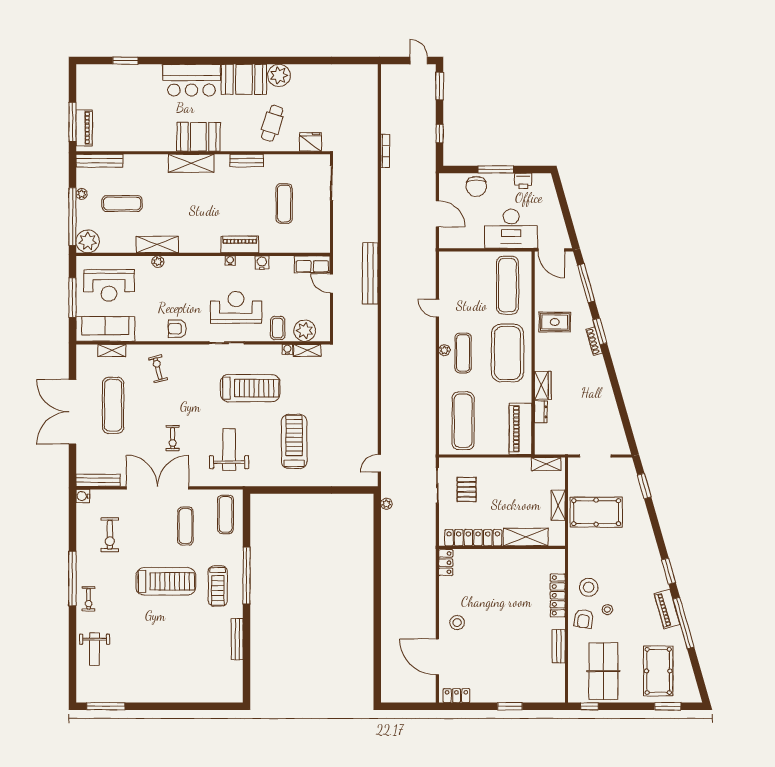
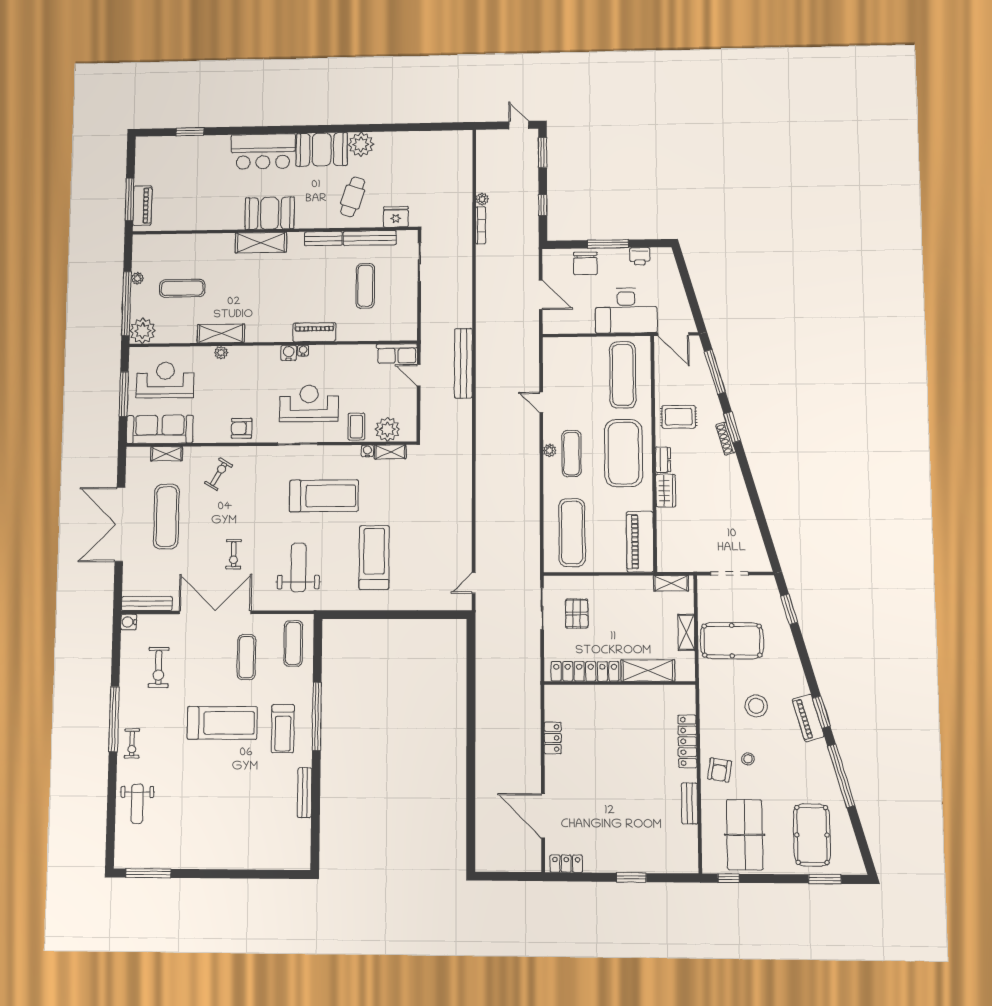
bench: (99, 161) -> (370, 238), moved
water cooler: (262, 262) -> (289, 353), moved
reception desk: (109, 285) -> (165, 380), turned 180
exercise bike: (158, 369) -> (218, 474), turned 45
dresser: (541, 412) -> (663, 460), moved
plant: (386, 504) -> (482, 199), moved
locker: (446, 563) -> (553, 738), moved
stool: (589, 587) -> (756, 706), moved
piano: (667, 609) -> (808, 718), moved
stool: (457, 623) -> (567, 774), removed

